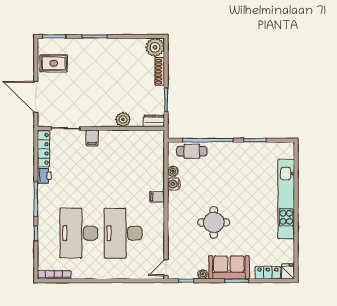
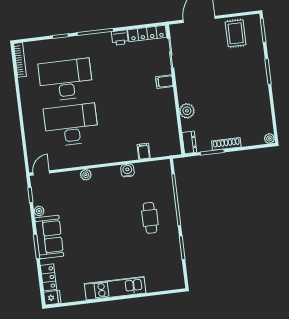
plant: (155, 47) -> (269, 138), width x0.53, depth x0.53
shoe rack: (160, 72) -> (226, 144), moved
cafe table: (192, 151) -> (150, 218), moved
plant: (173, 171) -> (86, 175), moved
filing cabinet: (157, 197) -> (144, 151), moved
kitchen unit: (286, 199) -> (115, 288), width x0.73
round table: (214, 222) -> (93, 216), removed
door: (166, 268) -> (41, 173), hinge flipped

